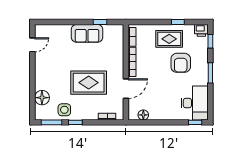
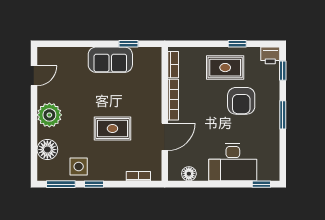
plant: (43, 73) -> (49, 115), added
rug: (89, 83) -> (112, 128), width x0.73, depth x0.70
desk: (195, 103) -> (233, 162), moved, turned 90

